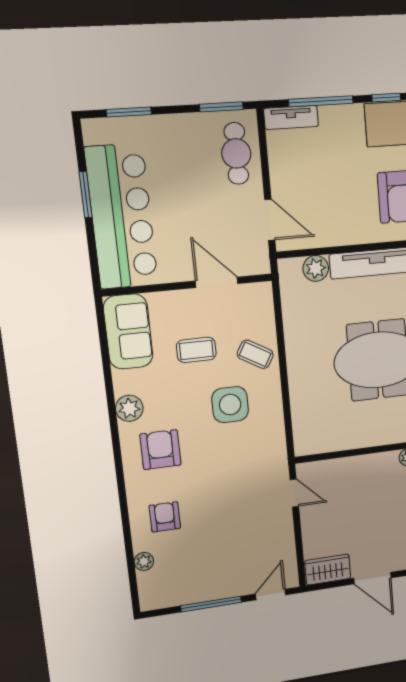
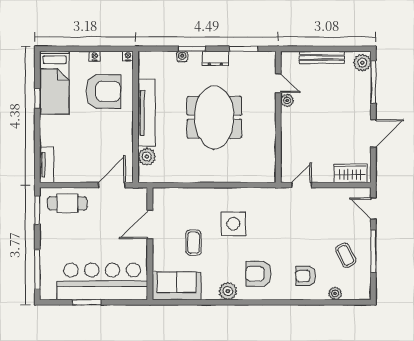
window: (321, 101) -> (37, 144), removed
window: (129, 112) -> (37, 269), width x1.44
coffee table: (255, 354) -> (346, 255), moved, turned -56
wardrobe: (328, 570) -> (350, 173), moved, turned 90

